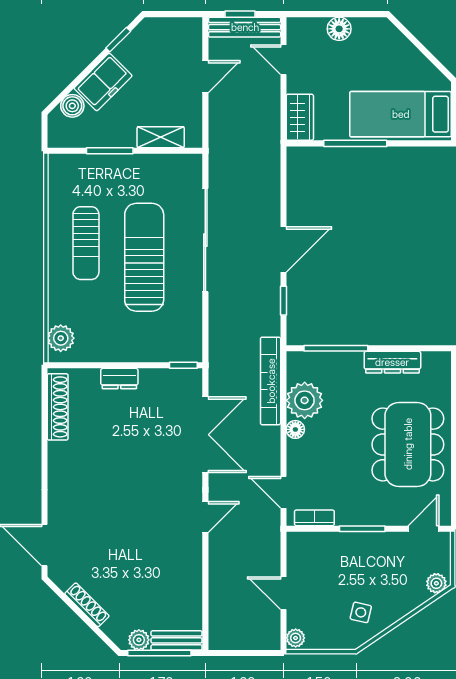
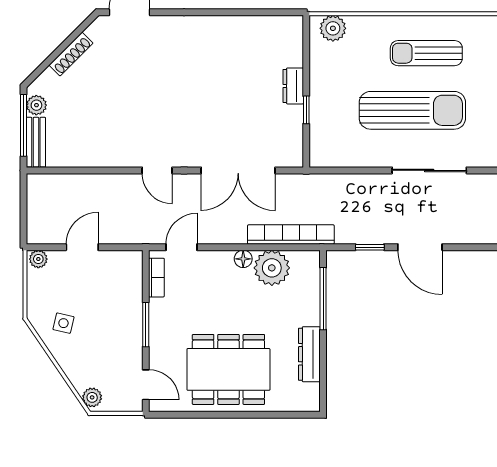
sliding door: (205, 240) -> (429, 170), width x0.73
window: (183, 365) -> (306, 110), moved
shoe rack: (58, 407) -> (265, 25), removed

